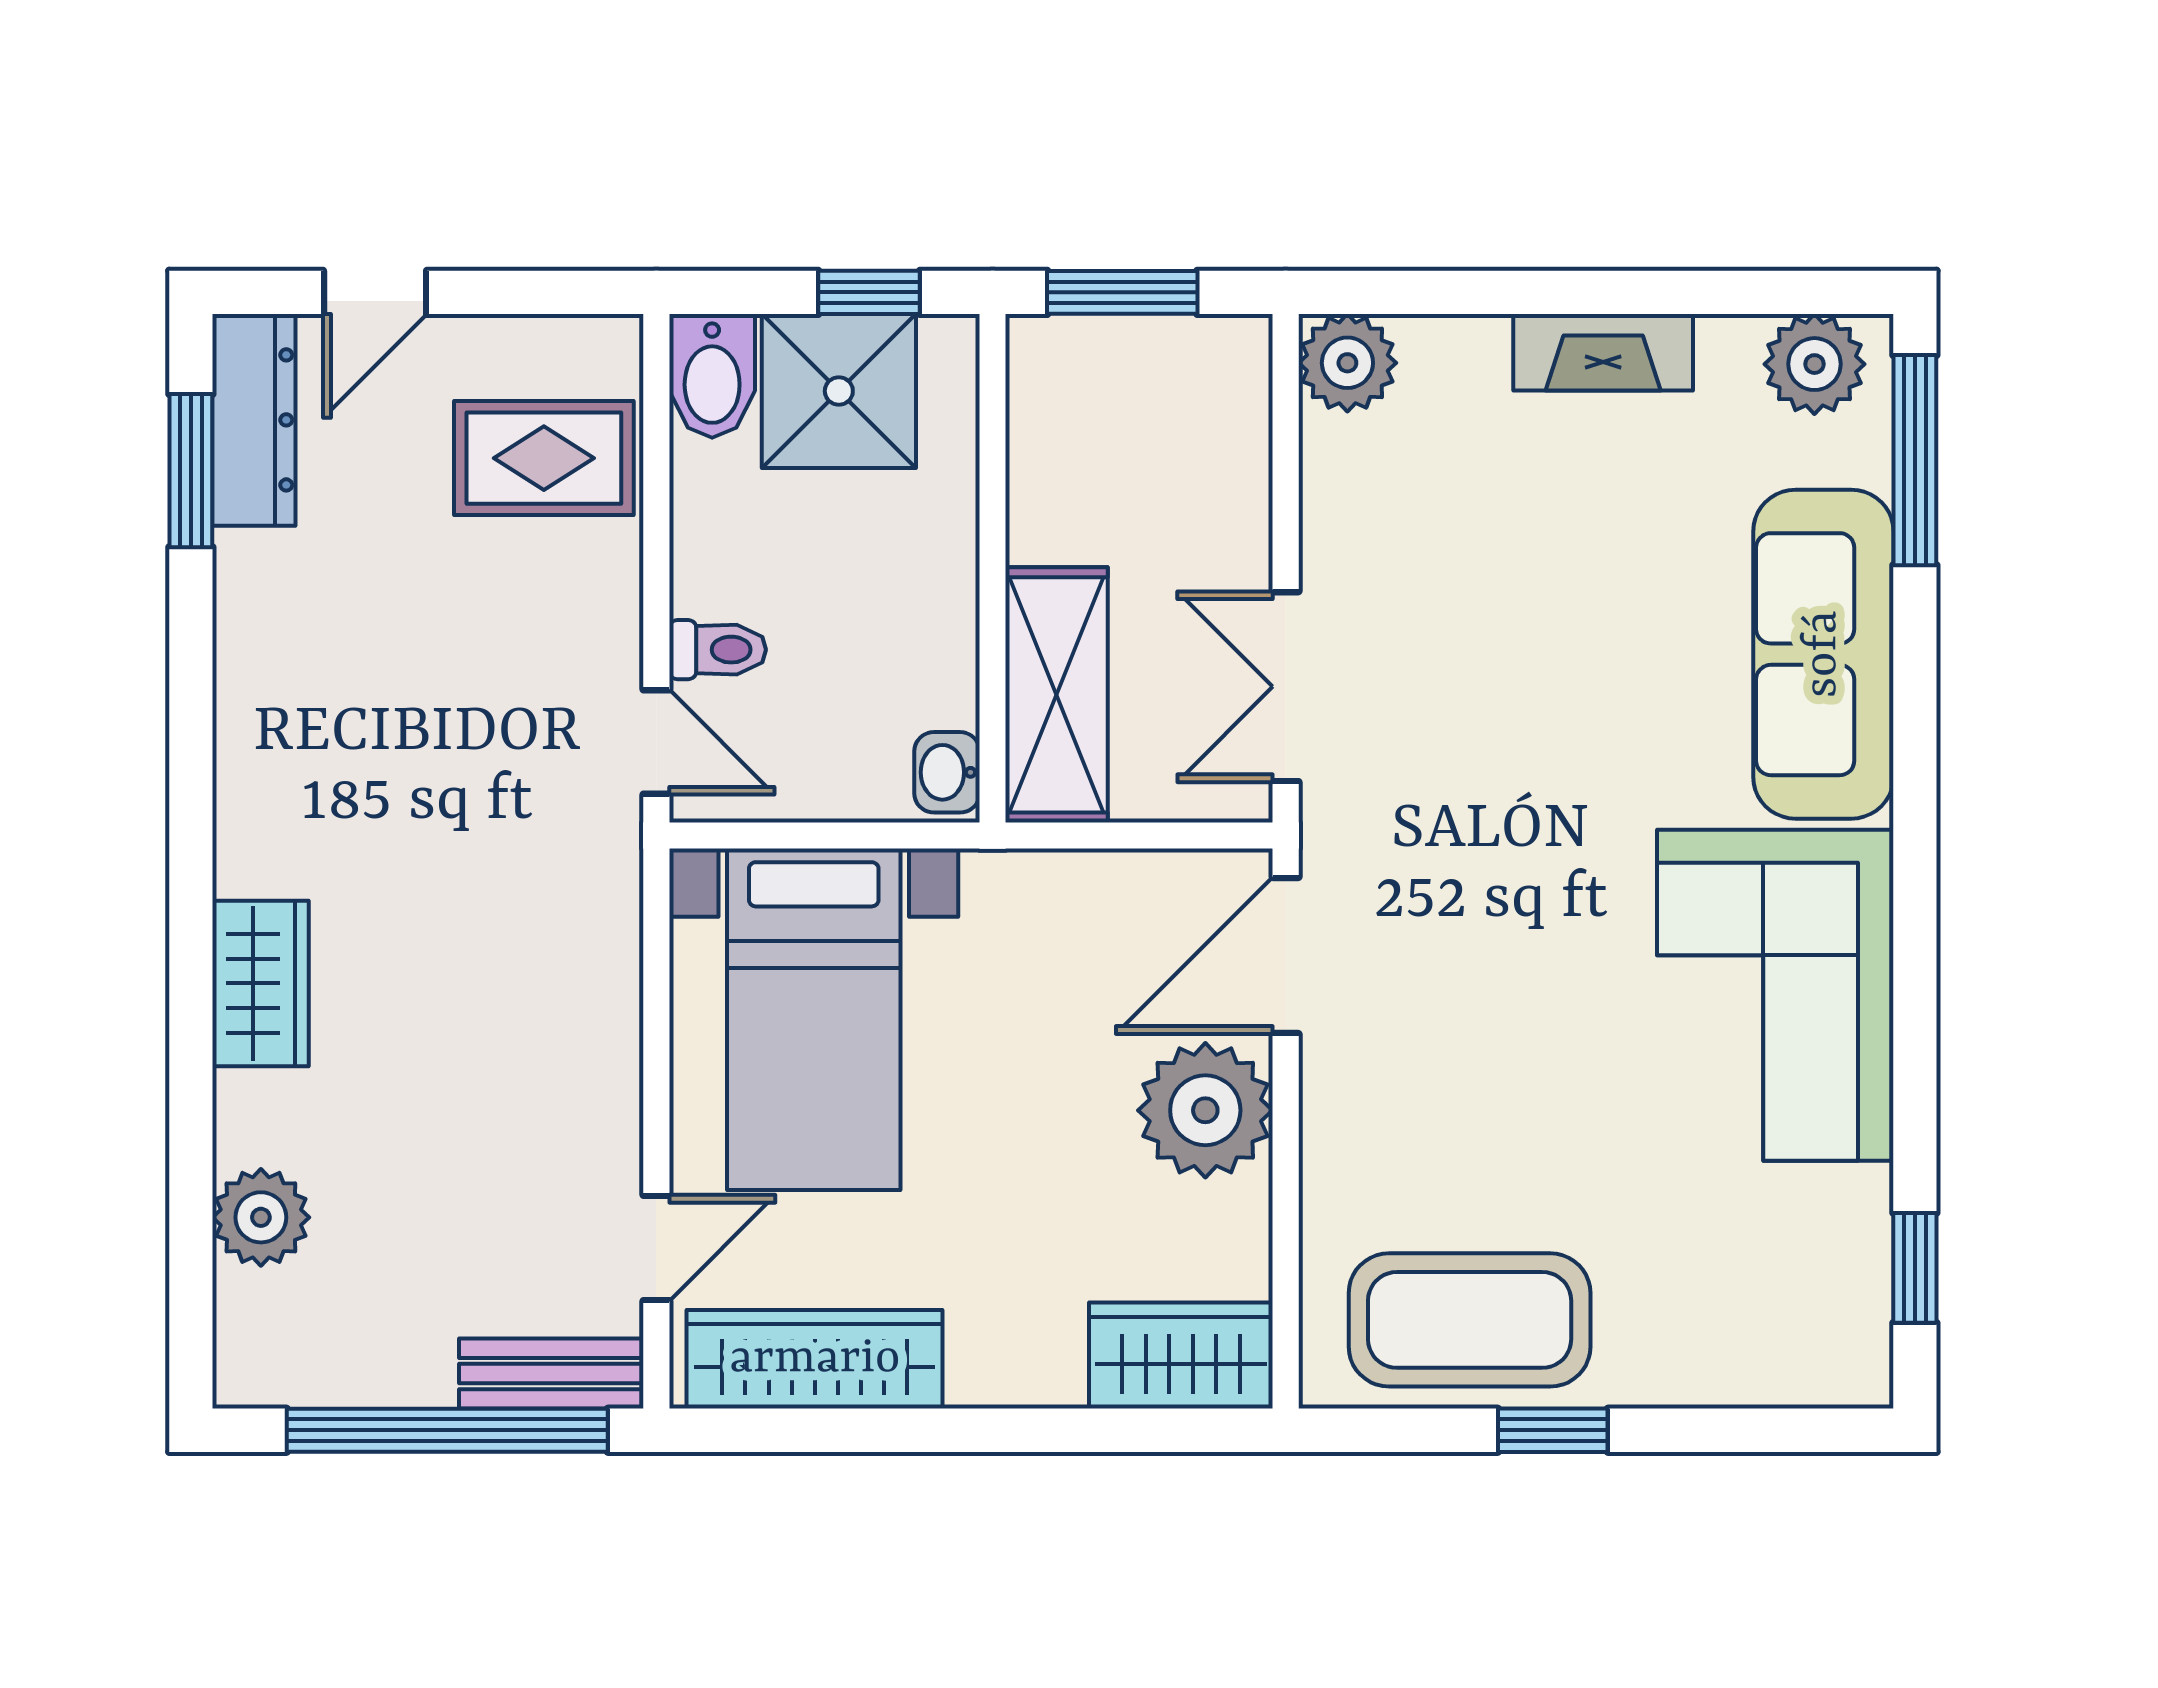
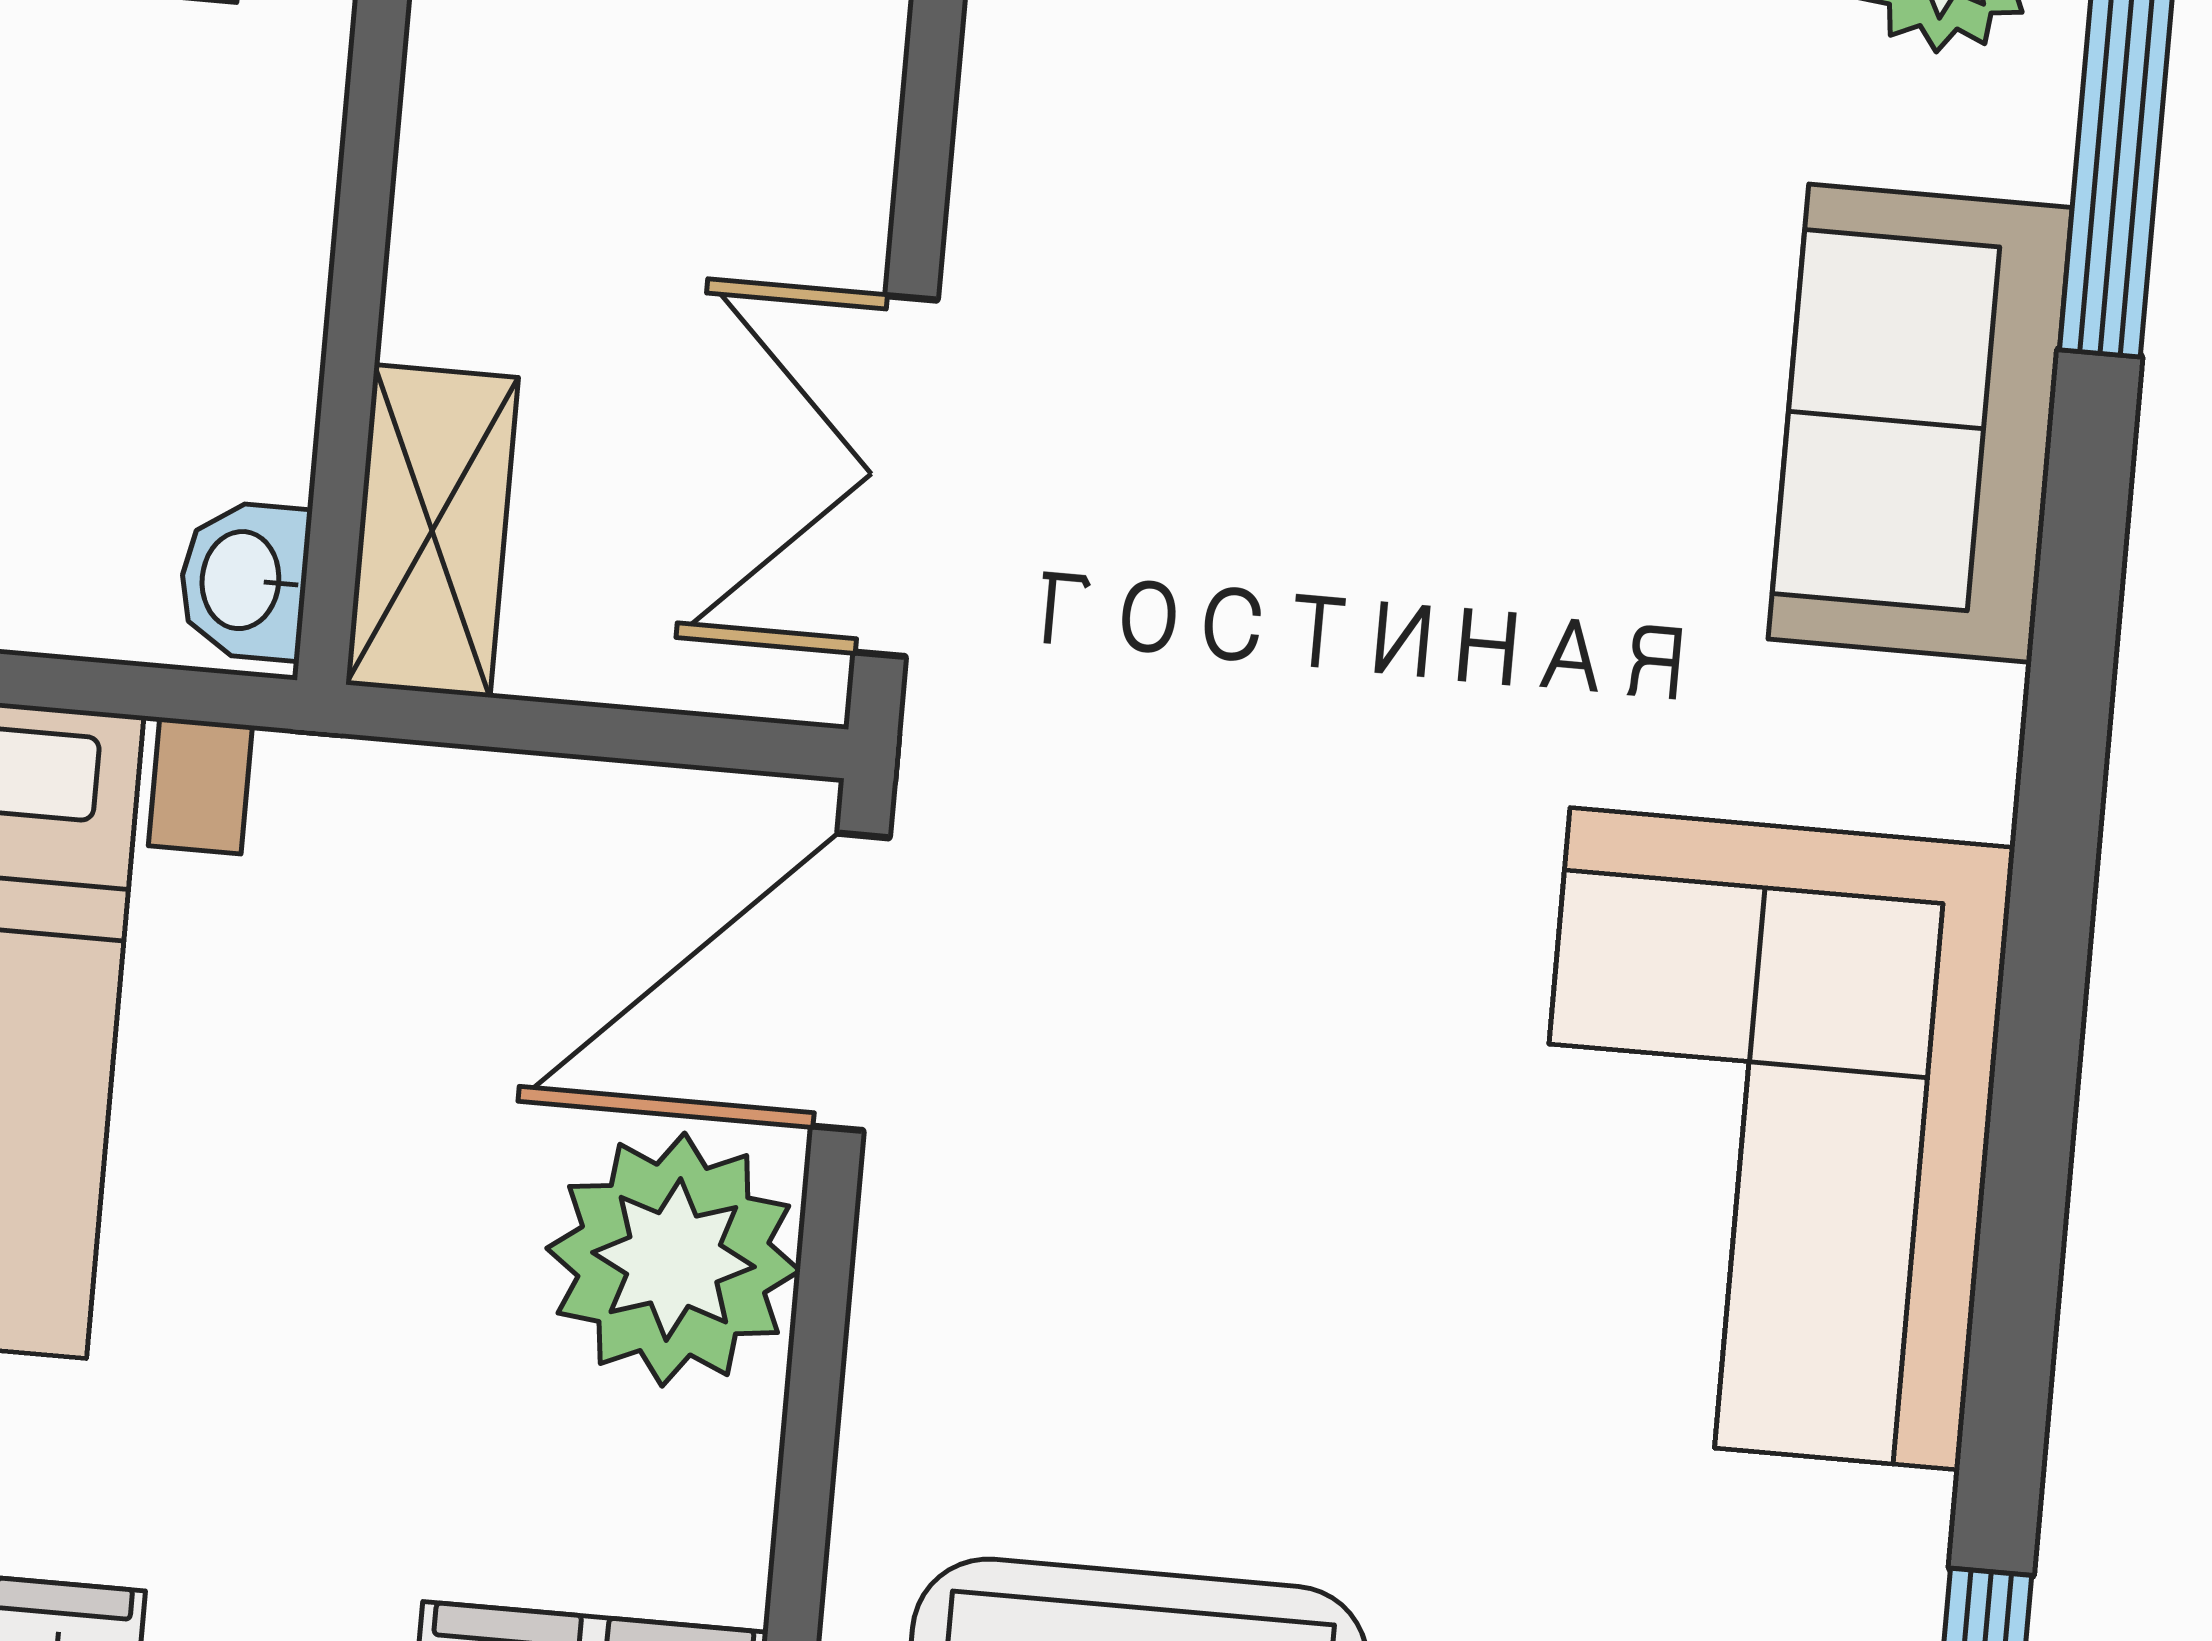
sofa: (1823, 654) -> (1920, 423), width x0.73
shelving: (1057, 695) -> (432, 531), width x0.67, depth x0.75

